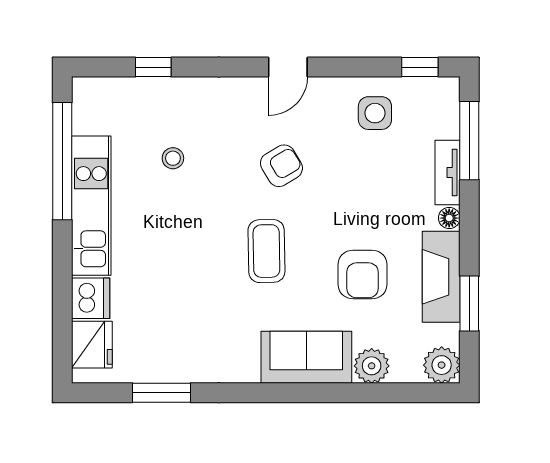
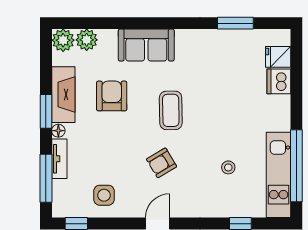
kitchen unit: (91, 206) -> (279, 175), moved
window: (469, 303) -> (46, 111), moved
fridge: (92, 345) -> (278, 57), width x0.72
plant: (372, 366) -> (87, 40), moved

